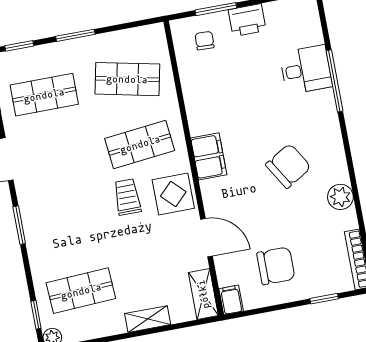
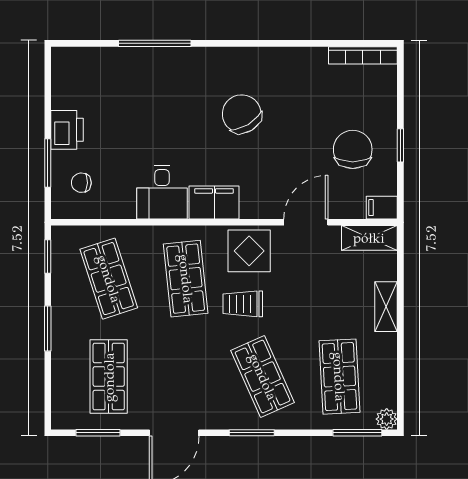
window: (19, 46) -> (48, 257), moved
desk: (306, 70) -> (162, 192), moved, turned 180
shop shelf: (127, 79) -> (109, 279), turned -30
plant: (340, 197) -> (288, 61), removed
shop shelf: (69, 225) -> (263, 377), added
window: (324, 299) -> (400, 145), moved
window: (36, 315) -> (357, 433), width x1.50

